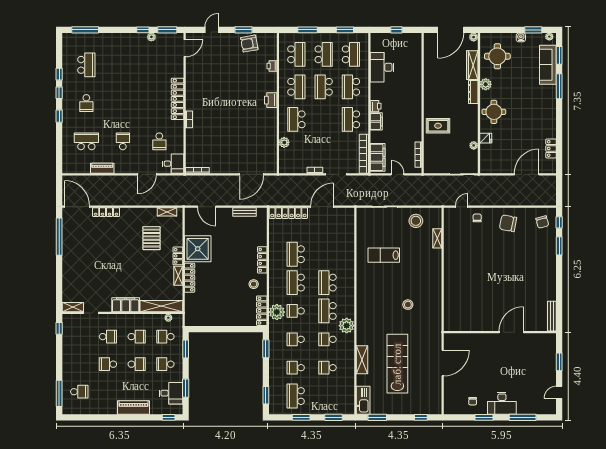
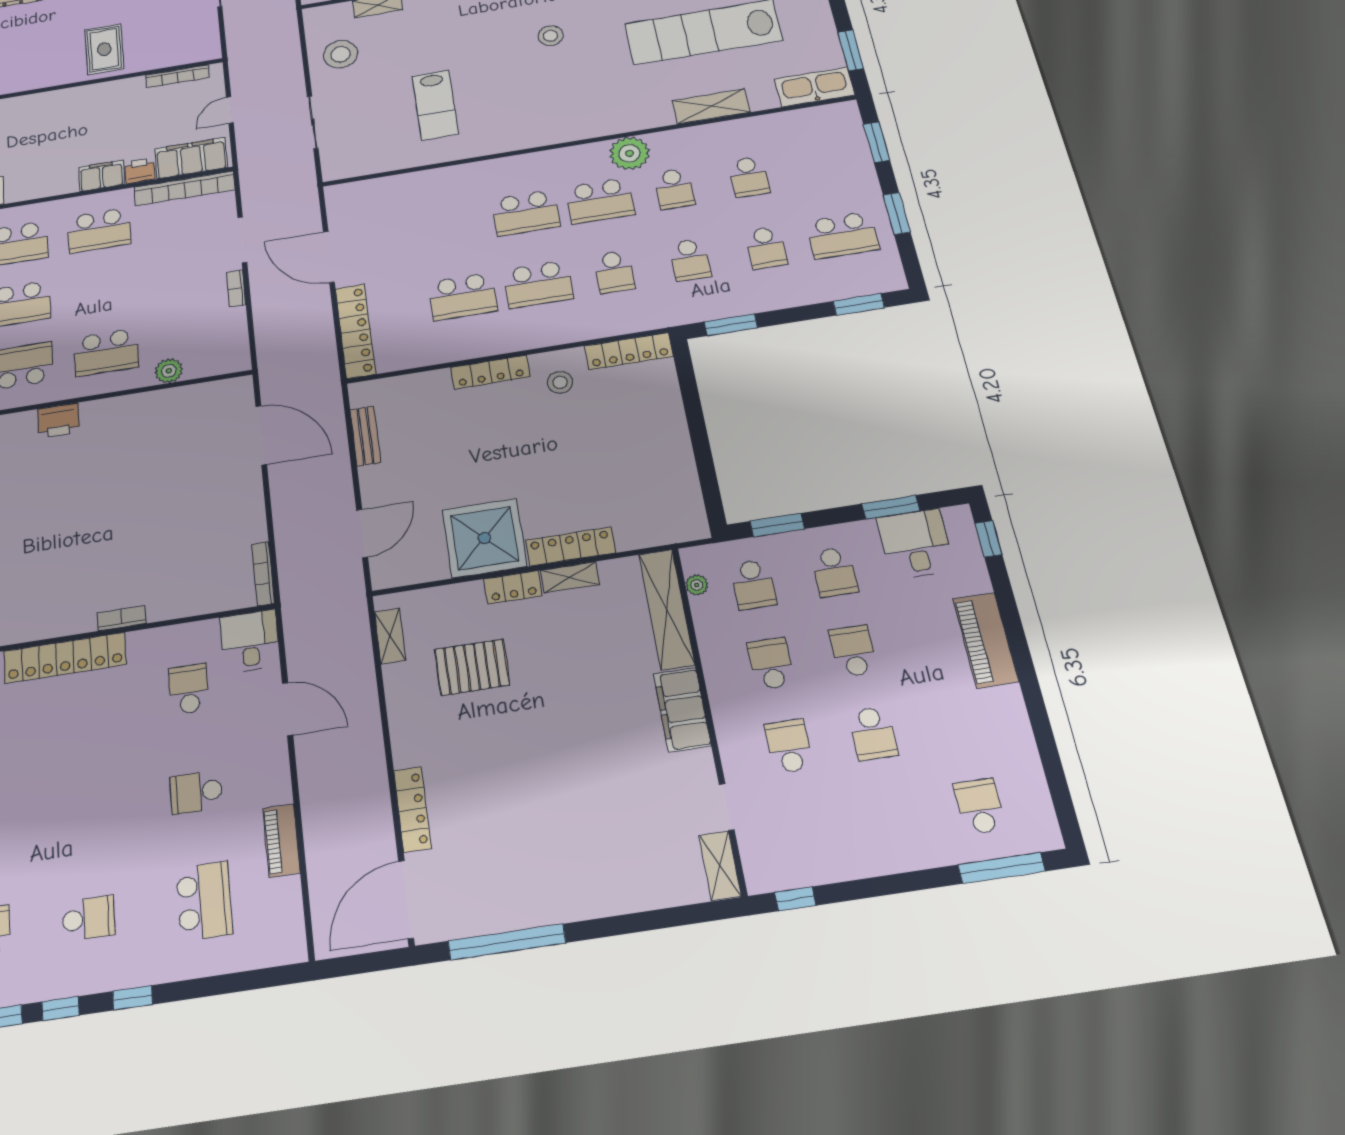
printer: (376, 106) -> (140, 171), moved
school desk: (86, 141) -> (204, 901), turned 180
school desk: (159, 141) -> (189, 689), turned -90
plant: (277, 312) -> (626, 315), removed

